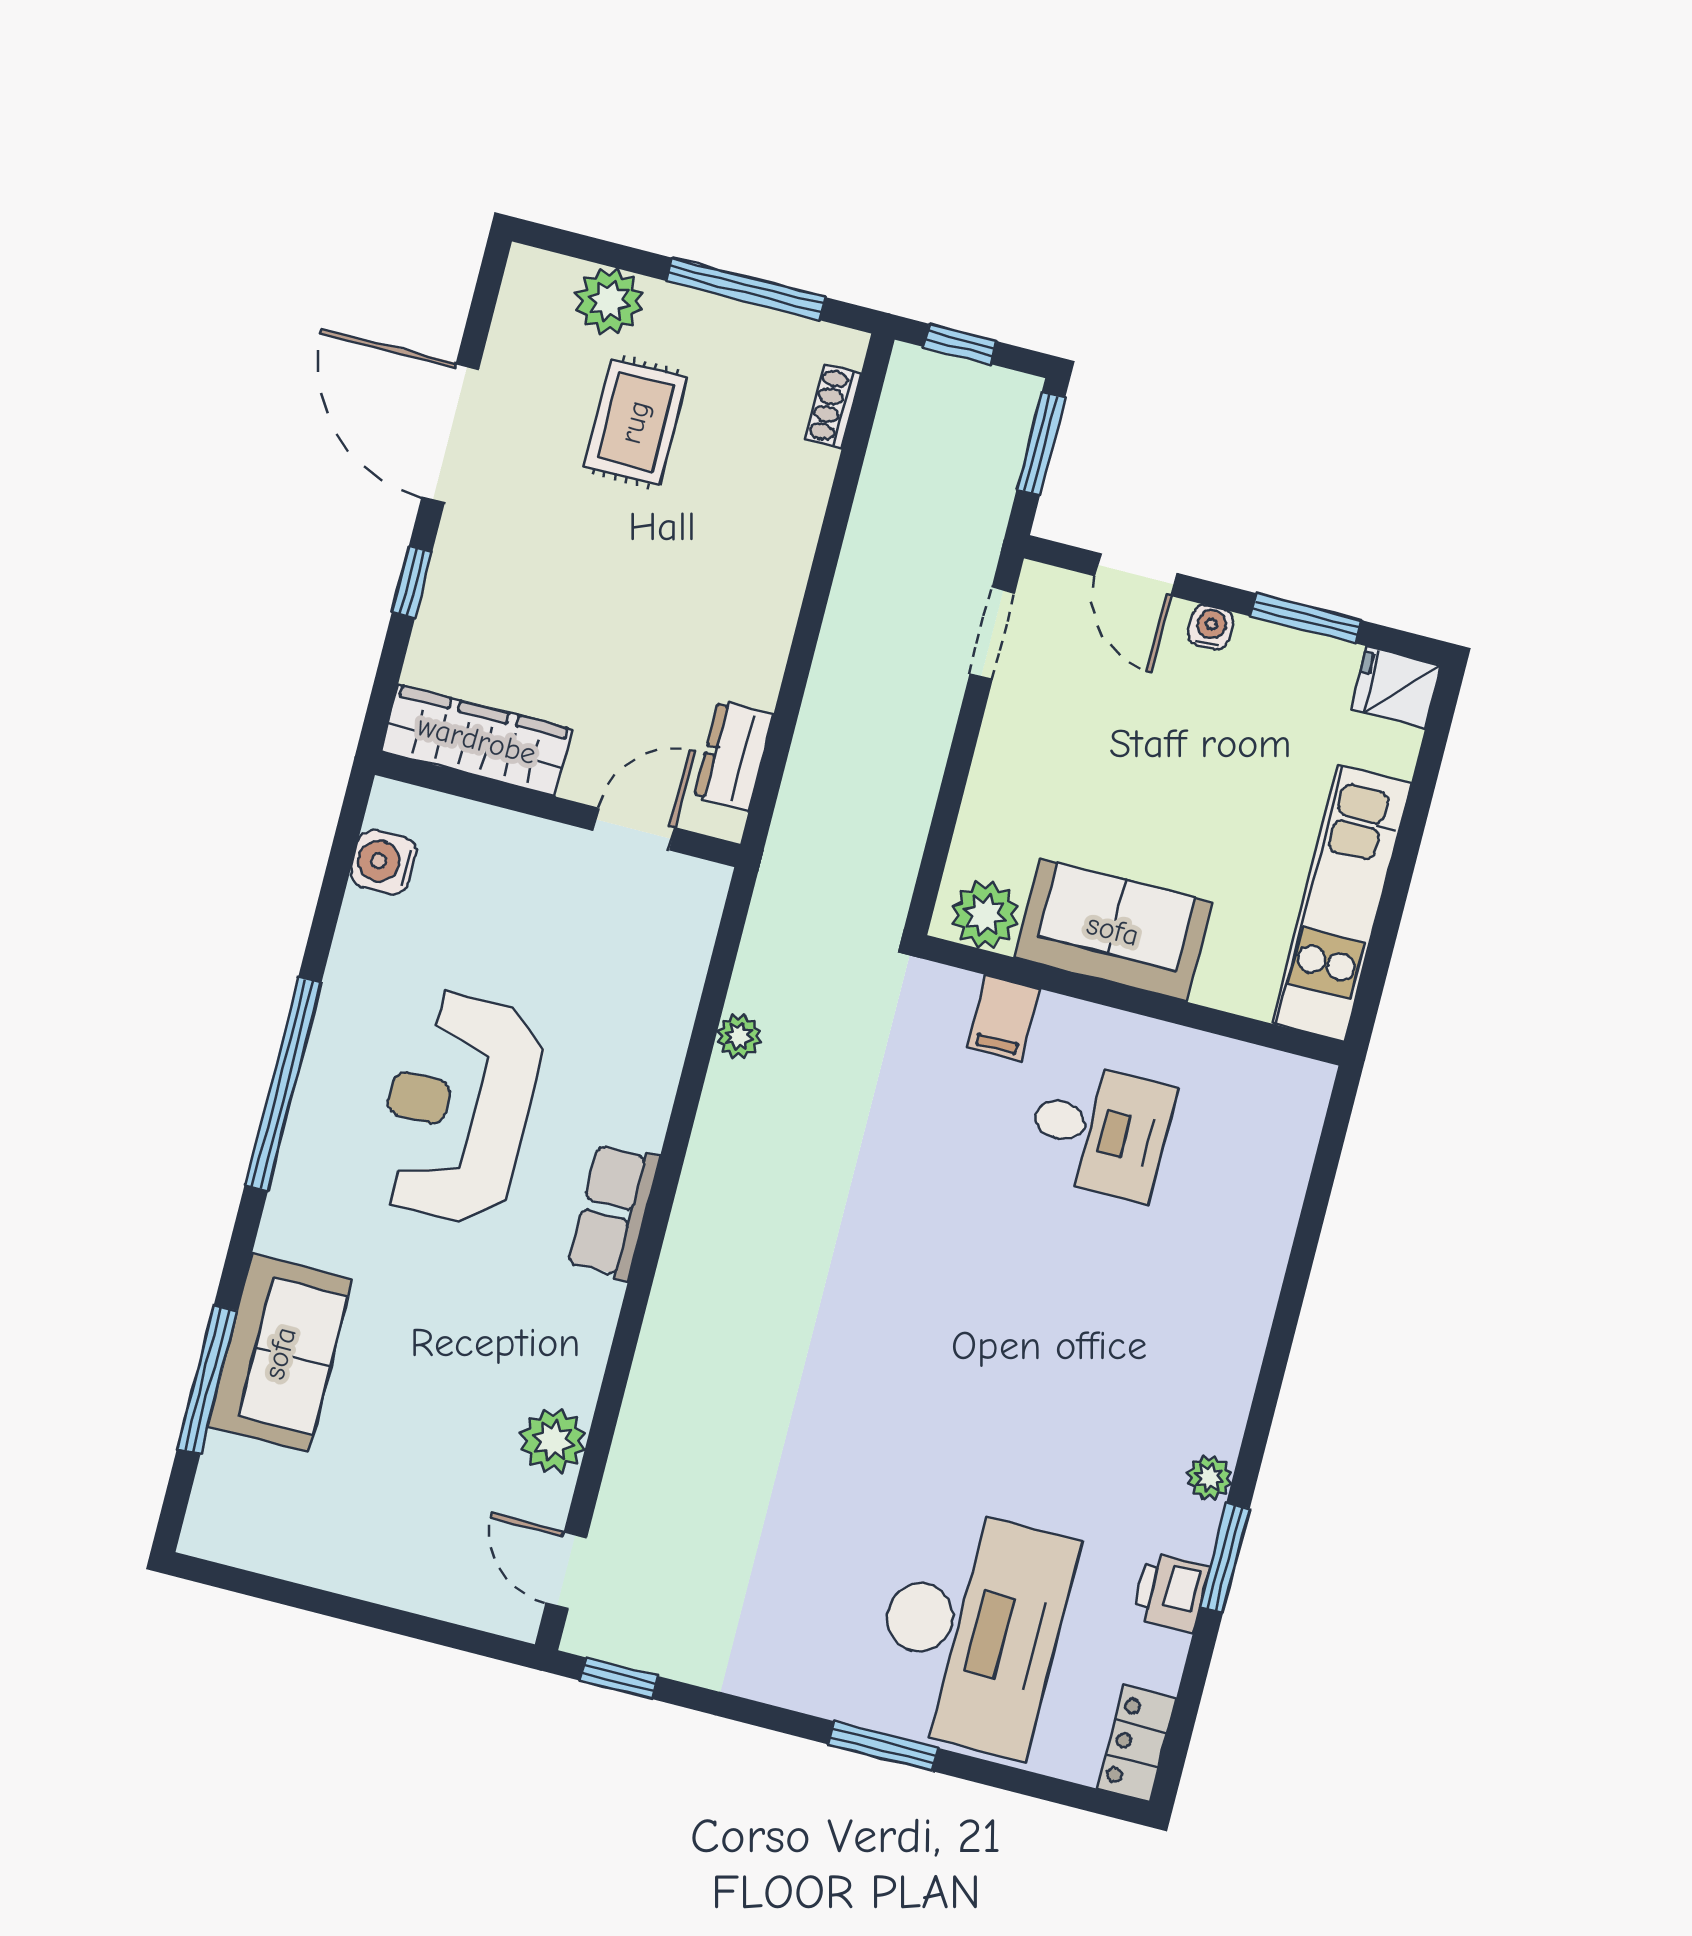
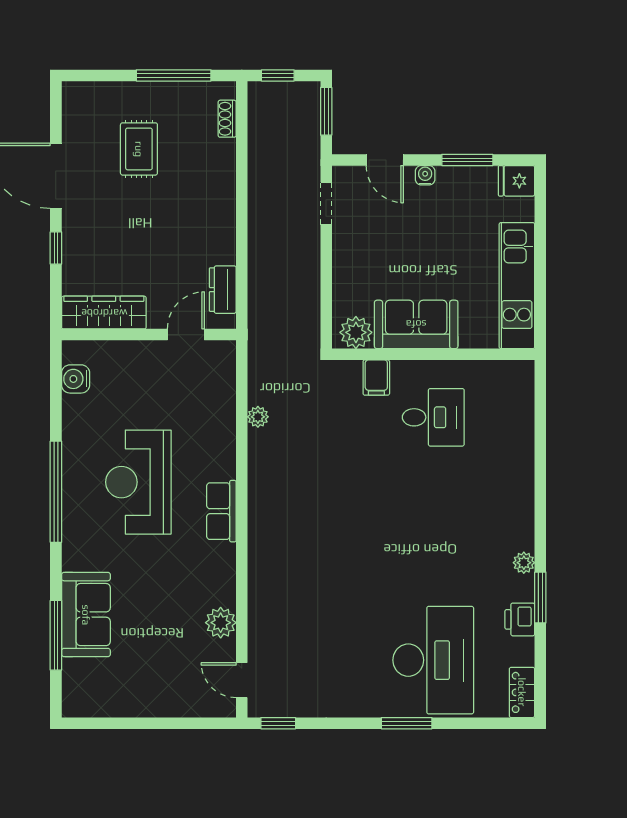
plant: (609, 301) -> (113, 97), removed

